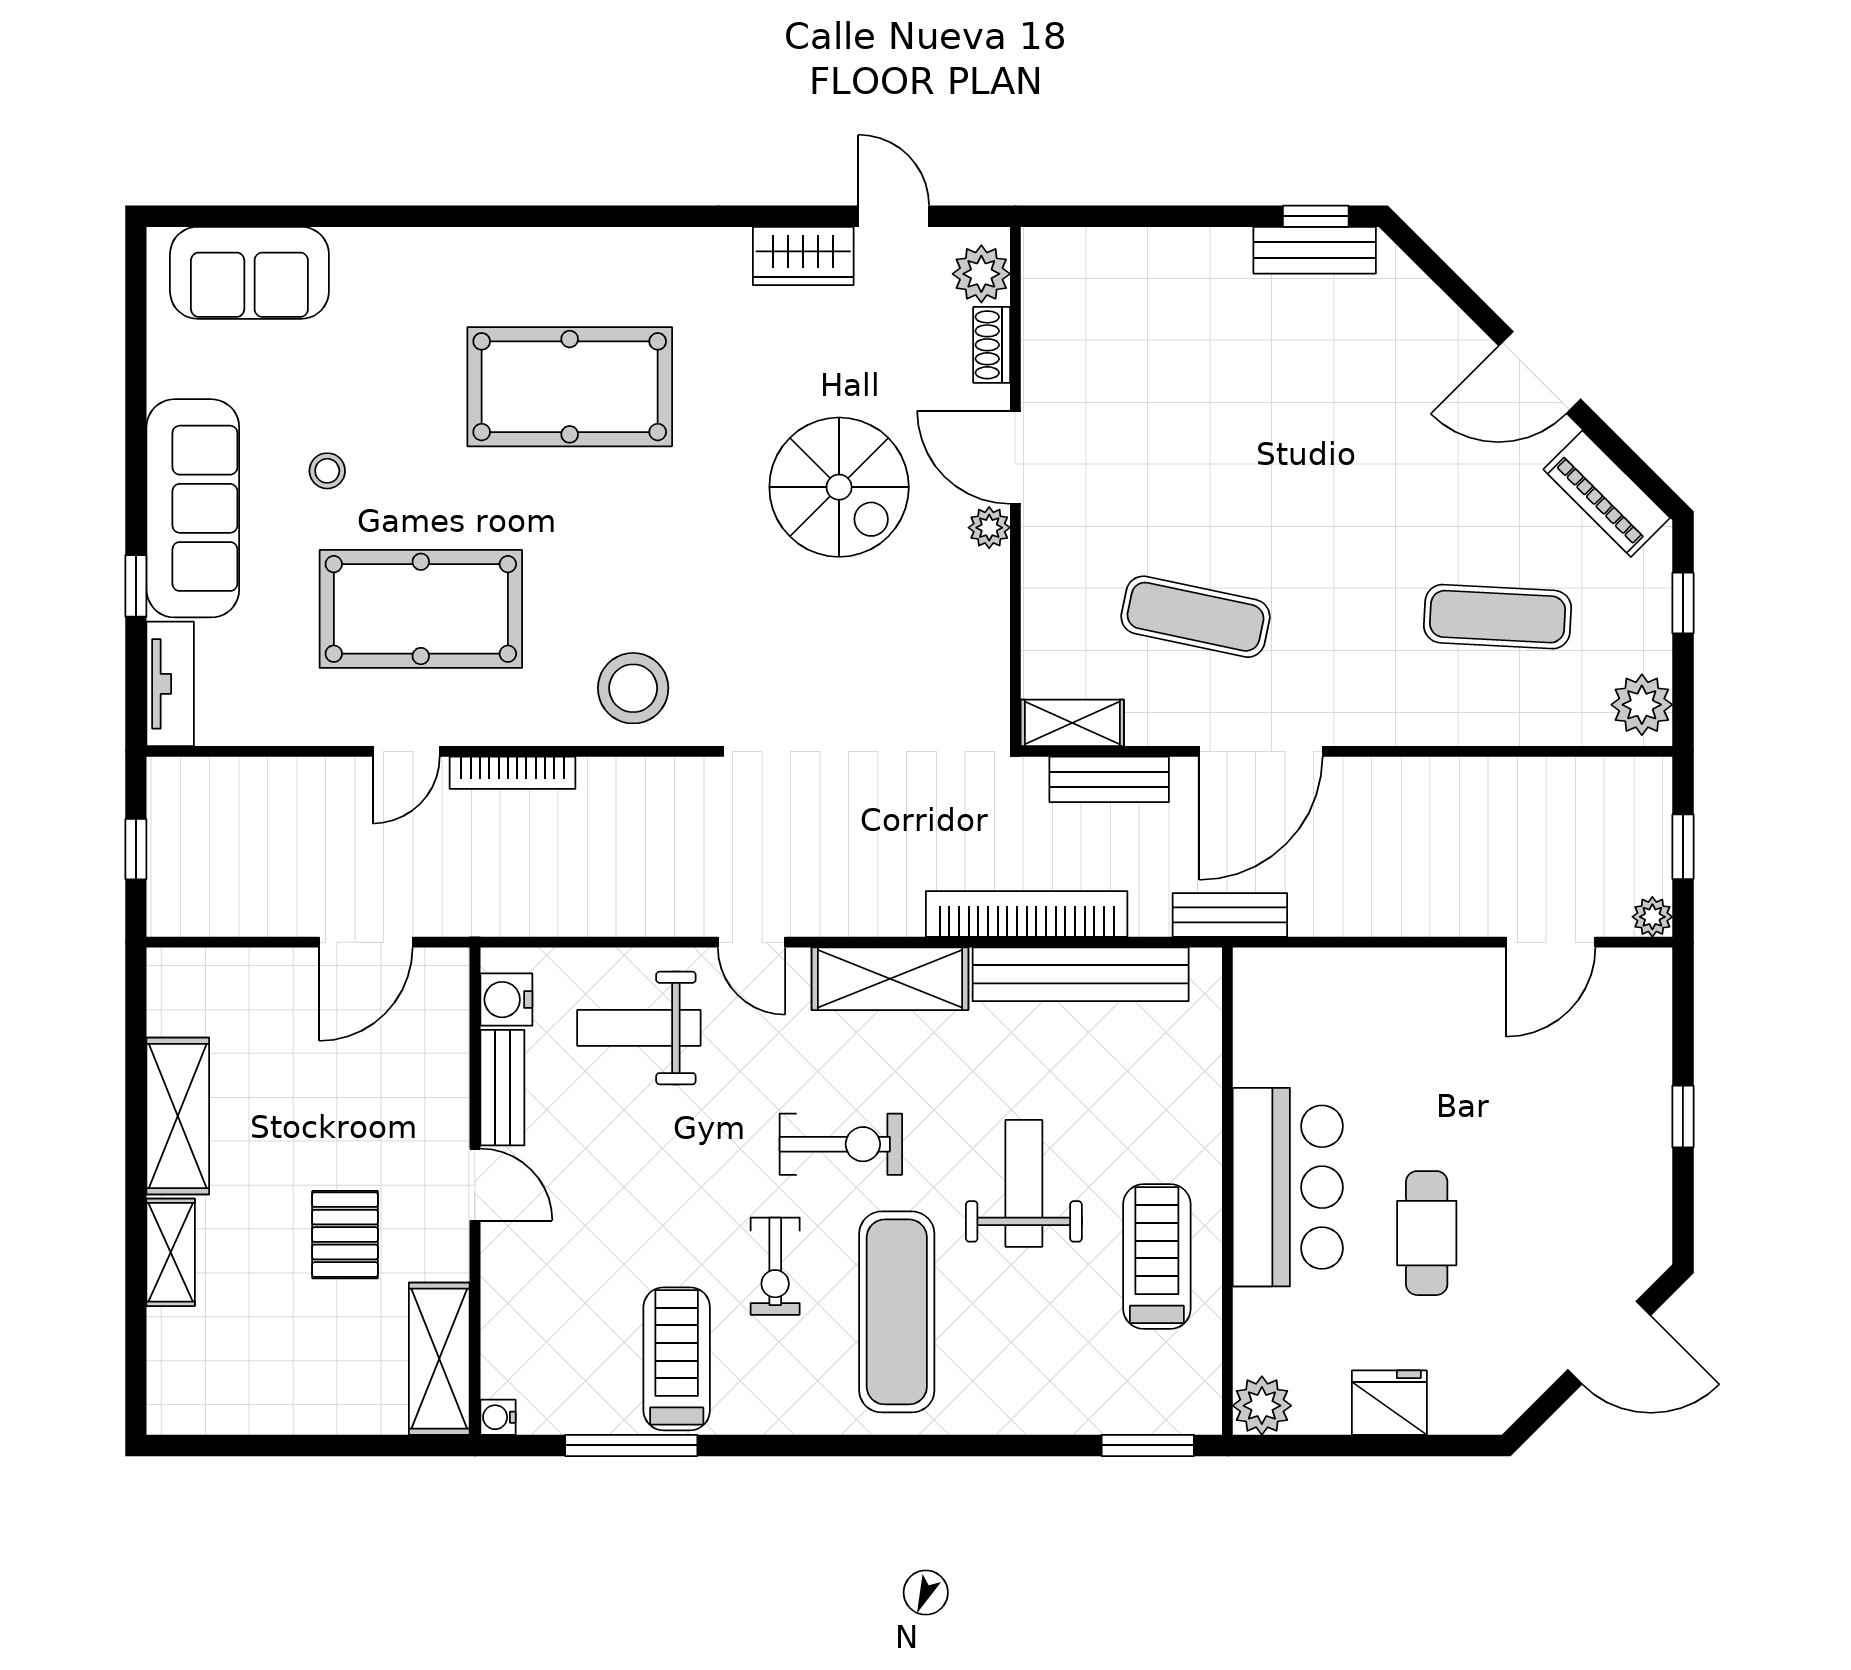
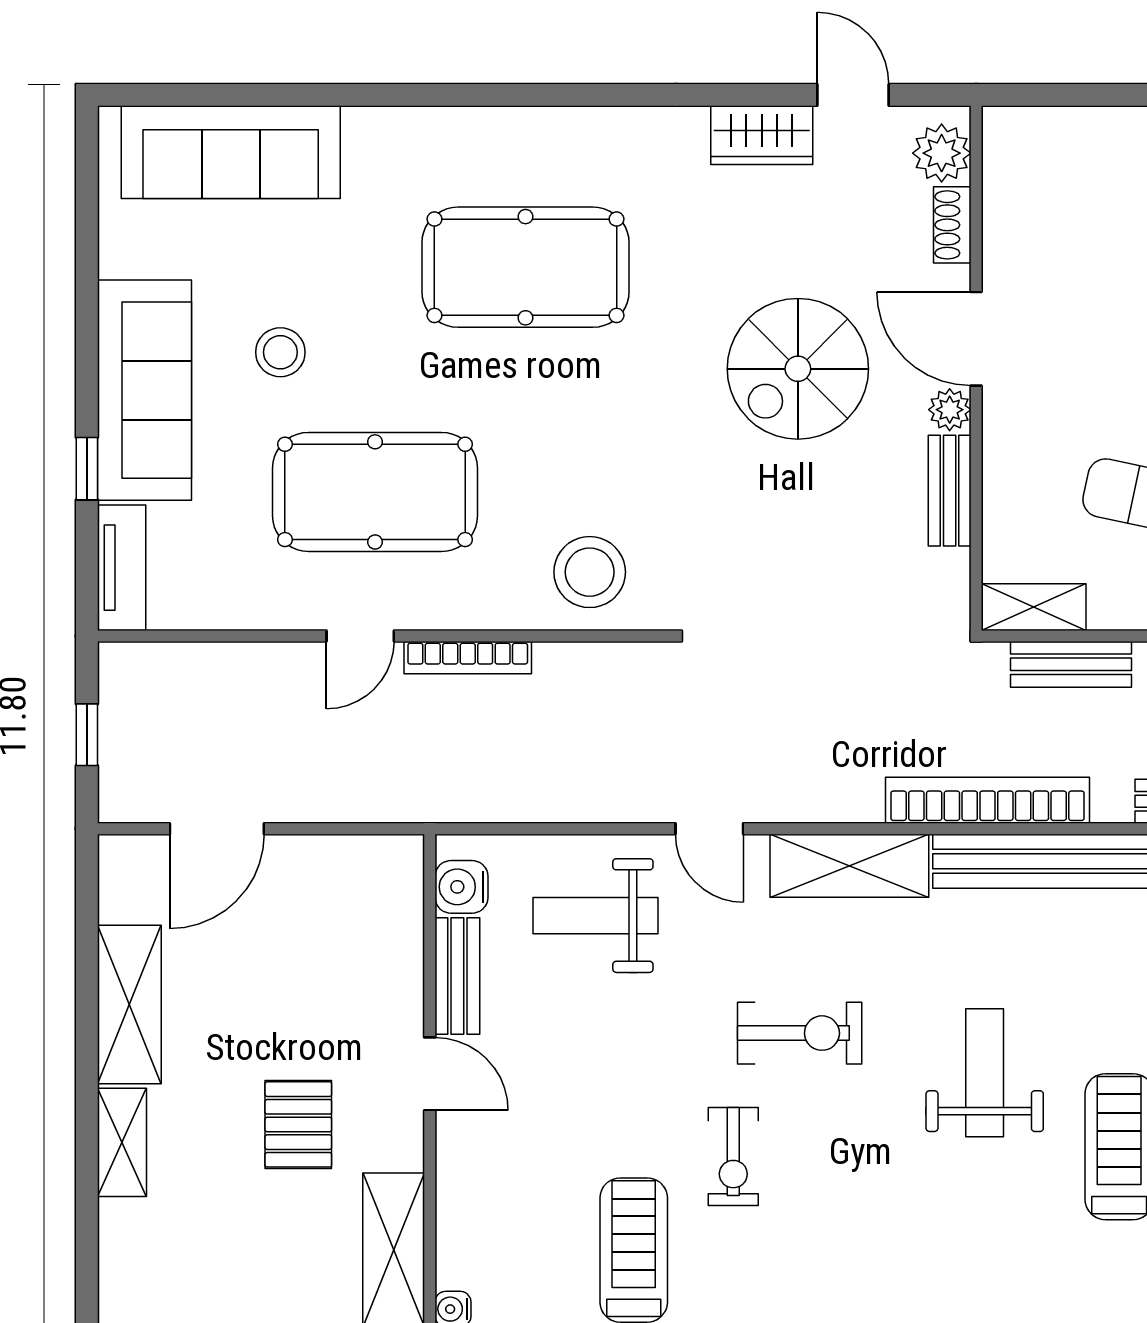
sofa: (249, 273) -> (231, 152), width x1.36
stool: (327, 471) -> (280, 352), width x1.37, depth x1.37
spiral stairs: (839, 487) -> (798, 369), turned 90
bench: (989, 608) -> (950, 491), added
door: (366, 942) -> (217, 829), moved
exercise mat: (897, 1312) -> (856, 1203), removed

